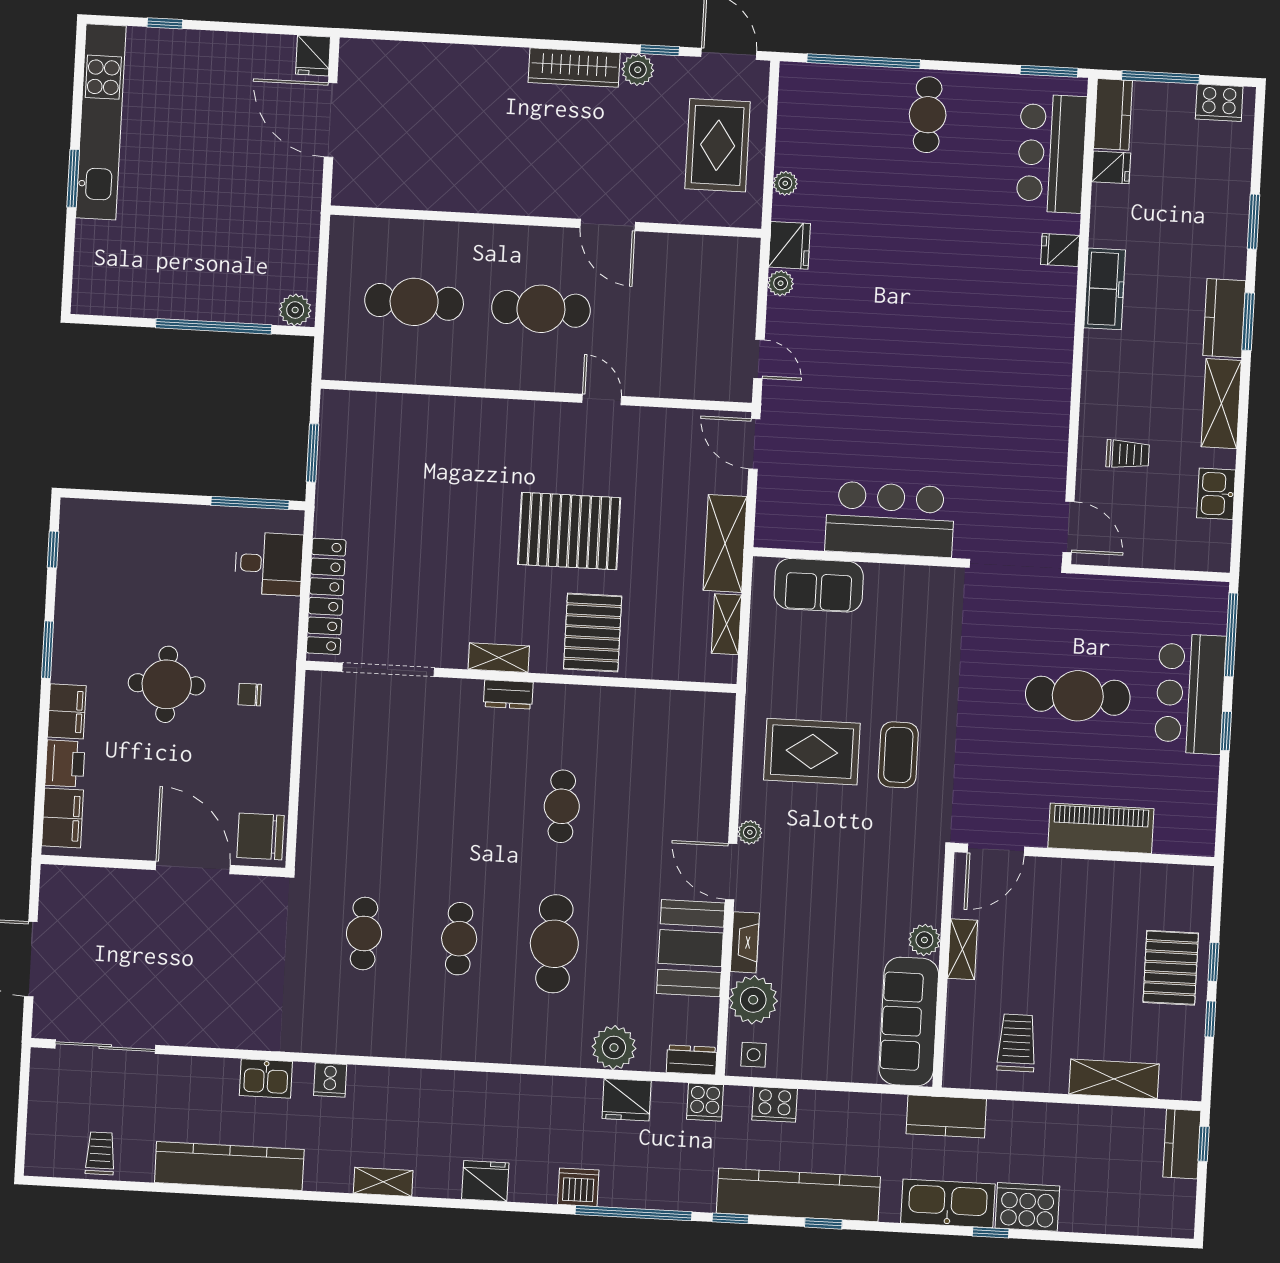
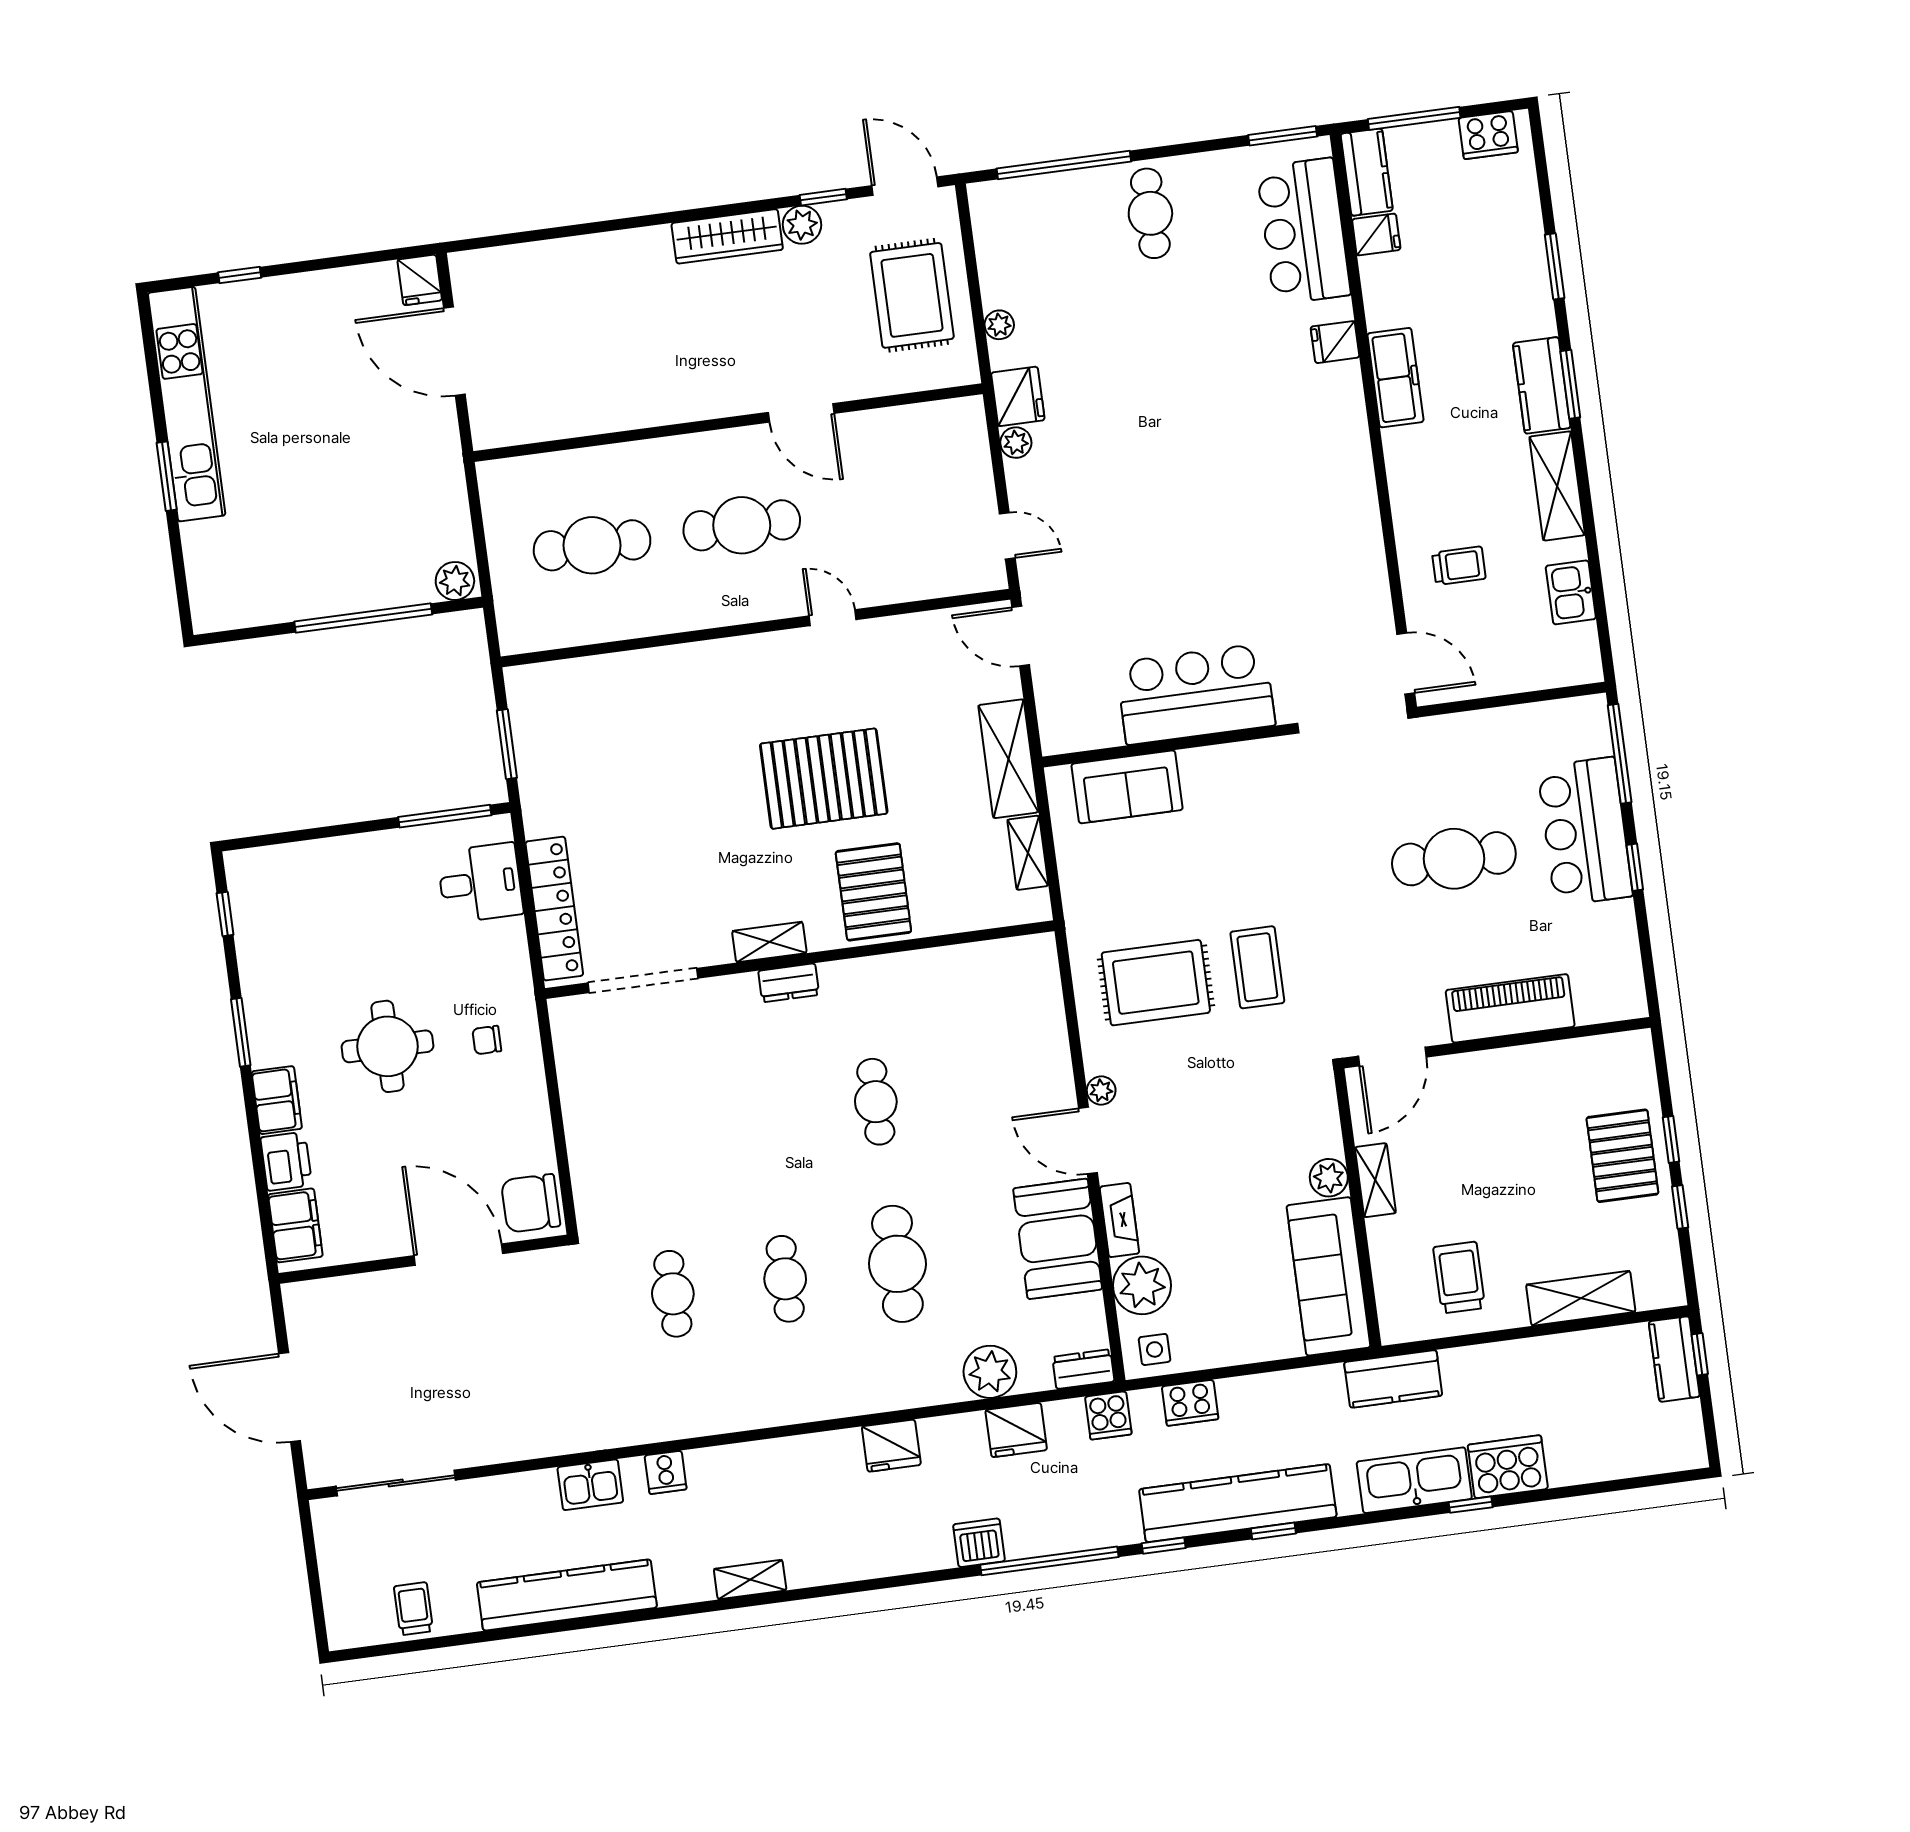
fridge: (485, 1181) -> (891, 1446), moved, turned 180

